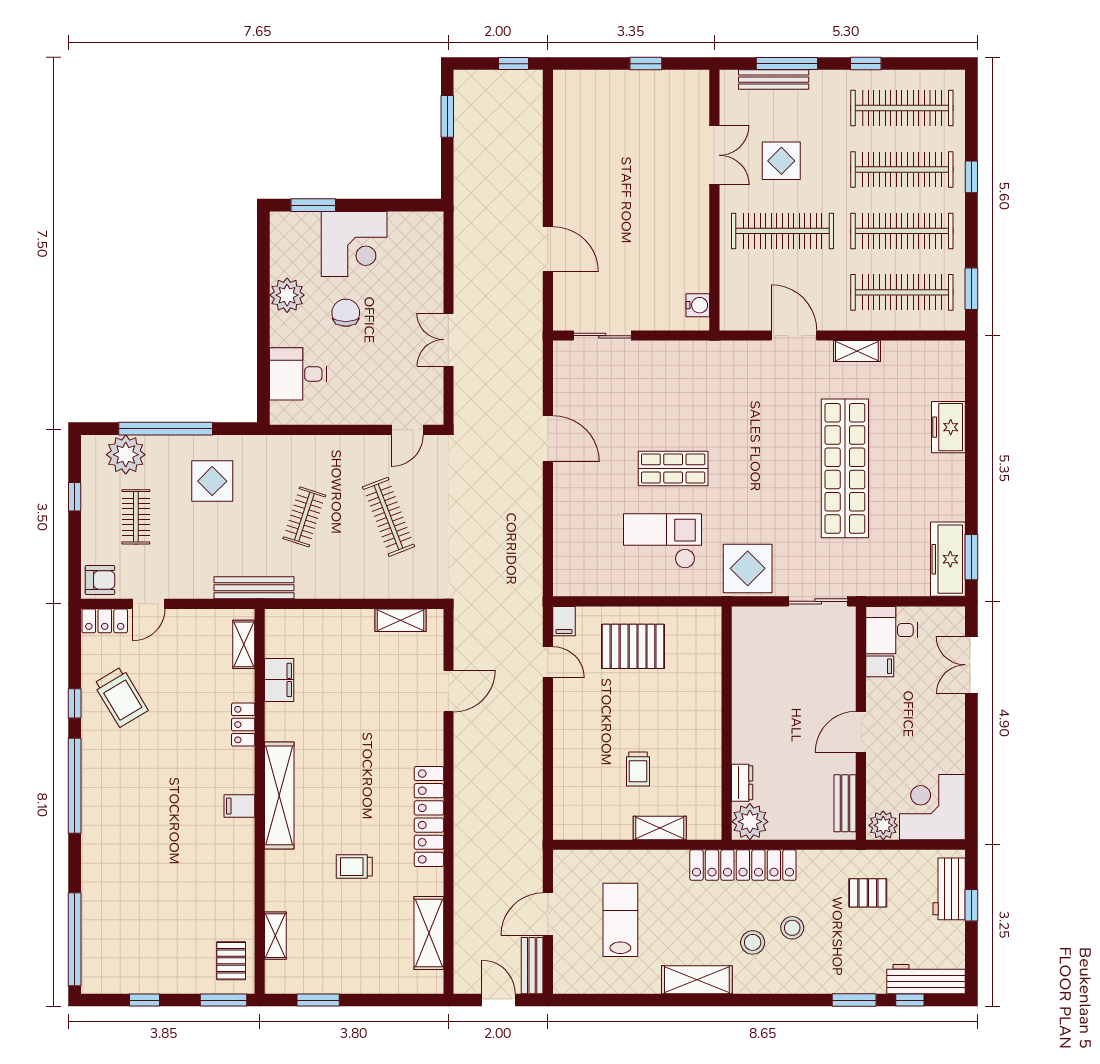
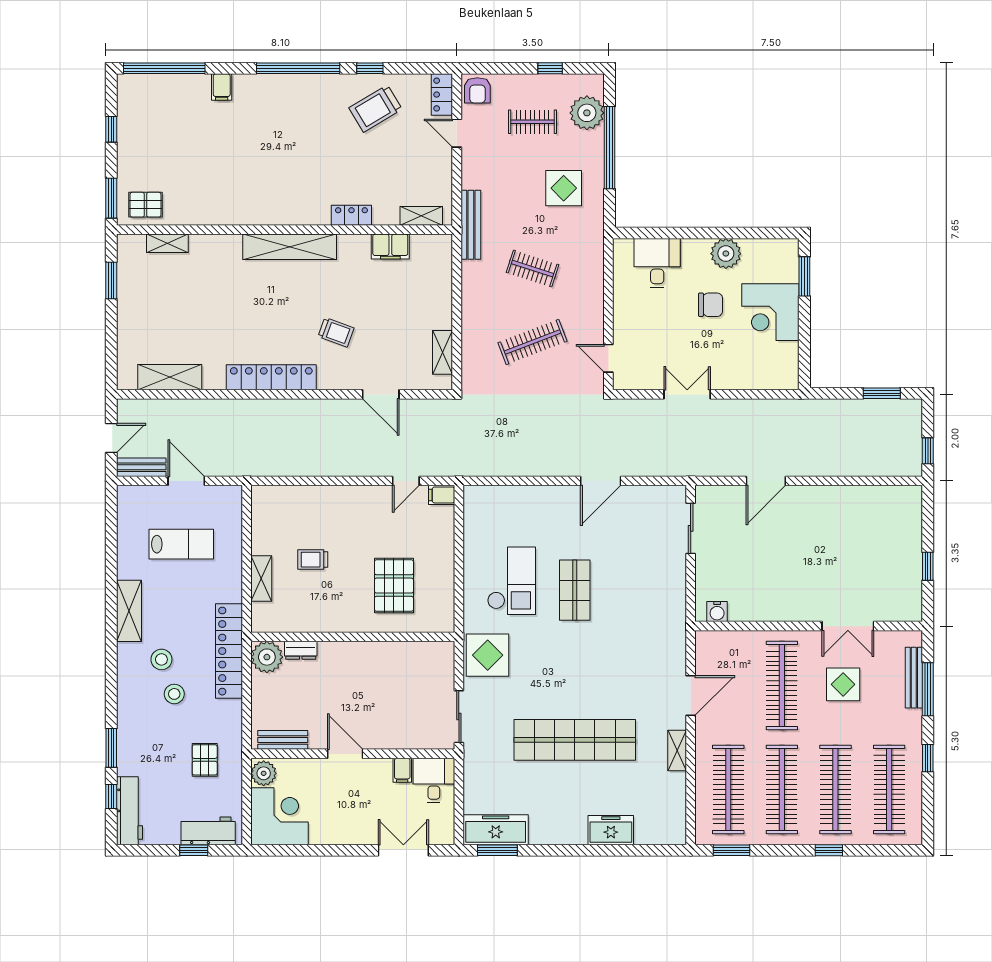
pallet: (633, 646) -> (394, 586), moved
filing cabinet: (239, 806) -> (222, 87), moved, turned 180
trolley: (354, 867) -> (336, 332), moved, turned 110

